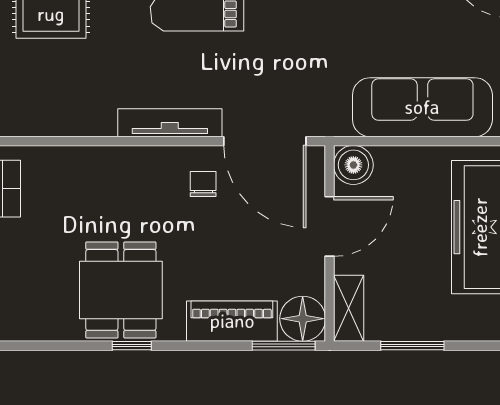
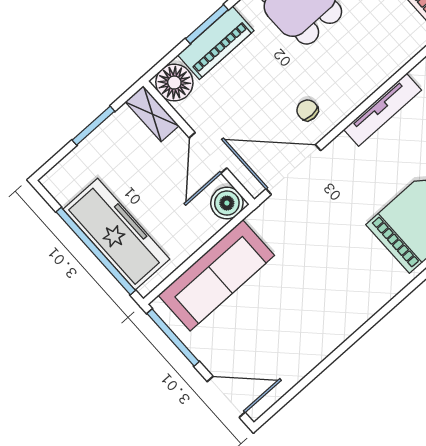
tv unit: (170, 123) -> (382, 110), moved
chair: (203, 184) -> (307, 110), turned 180
window: (284, 346) -> (207, 24), moved

